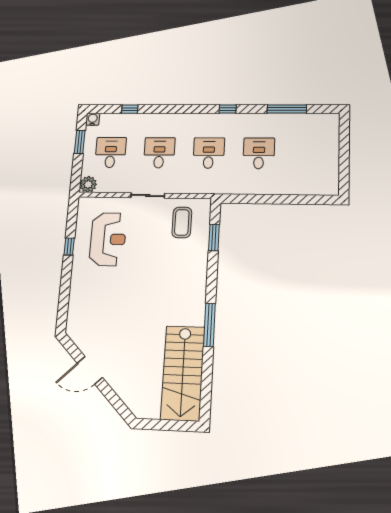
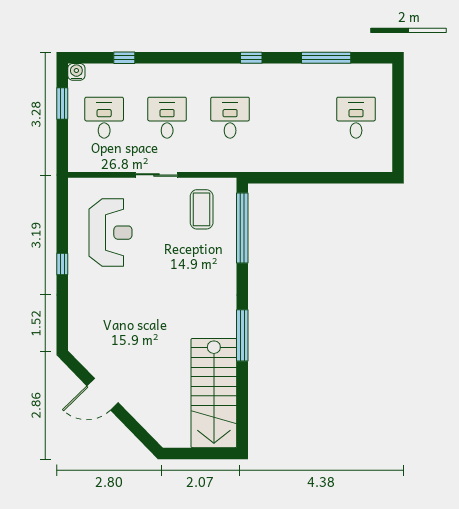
desk: (259, 153) -> (356, 118), moved
plant: (88, 184) -> (79, 161), removed
window: (214, 238) -> (242, 228), width x2.11
window: (69, 247) -> (62, 264), moved

